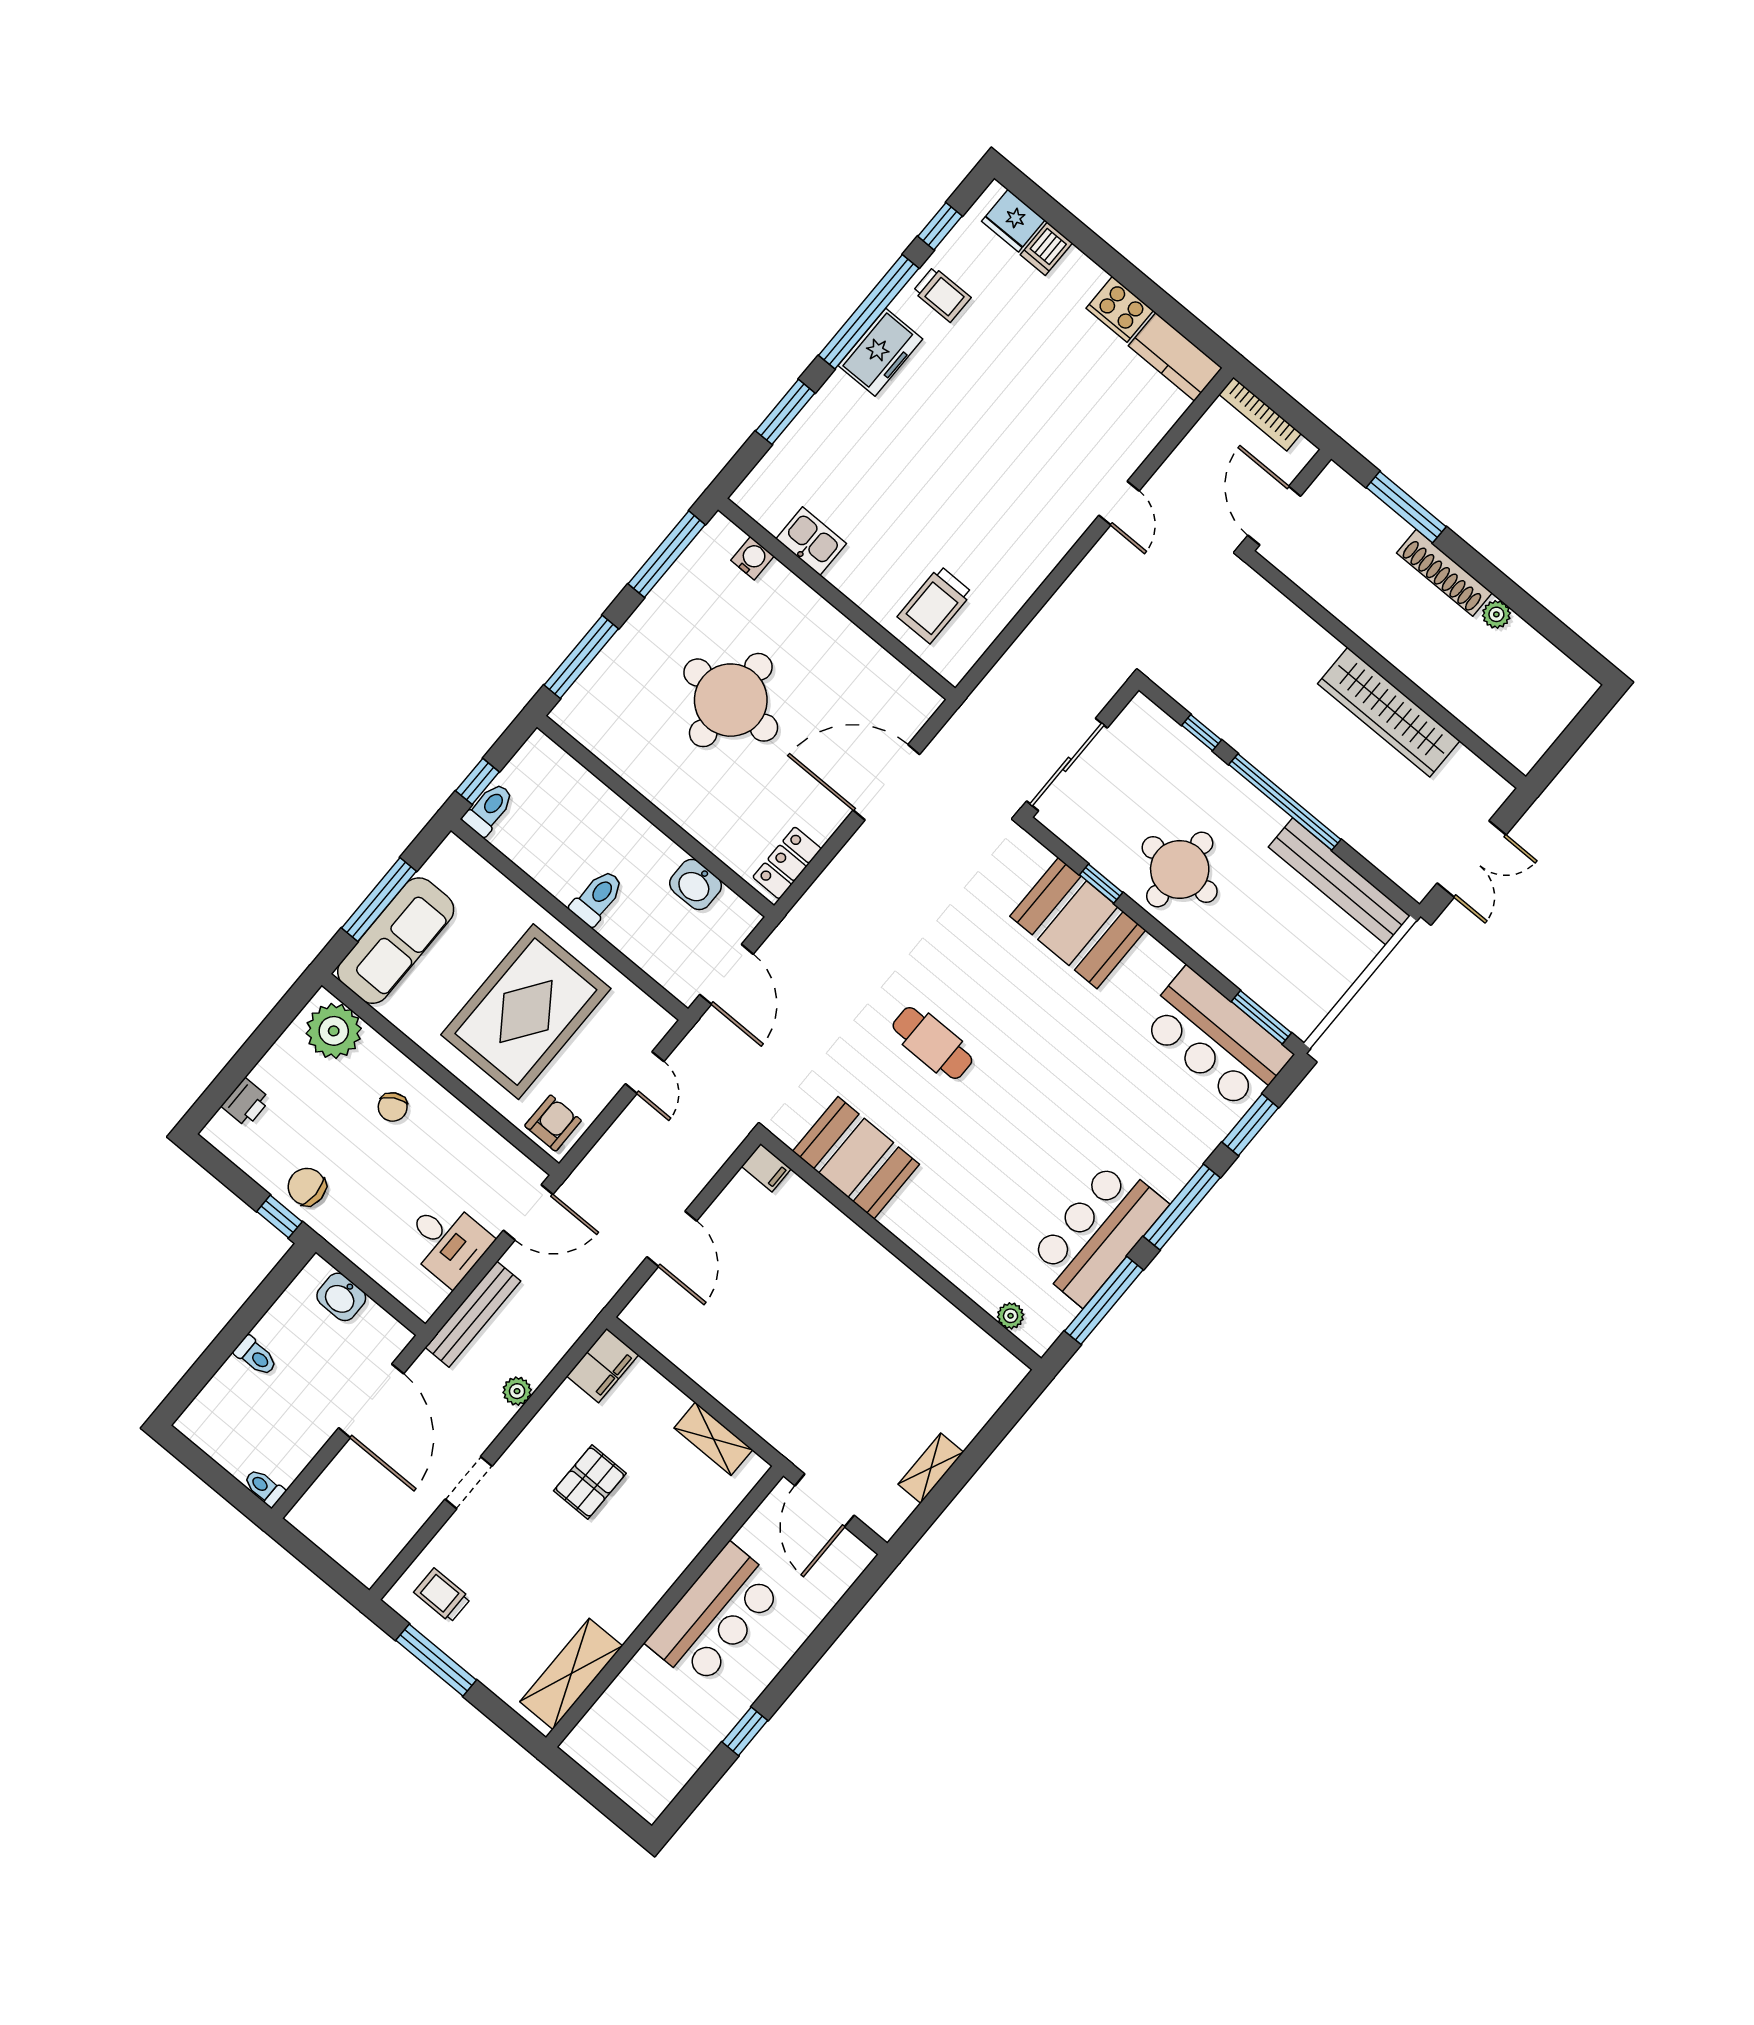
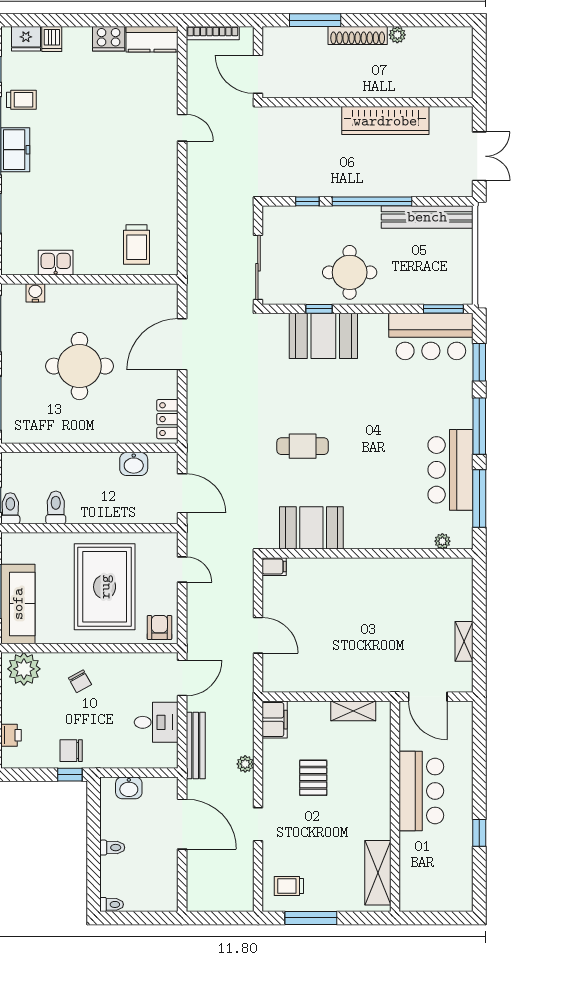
toilet: (597, 898) -> (56, 507), moved
toilet: (264, 1487) -> (112, 904), moved, turned 180

